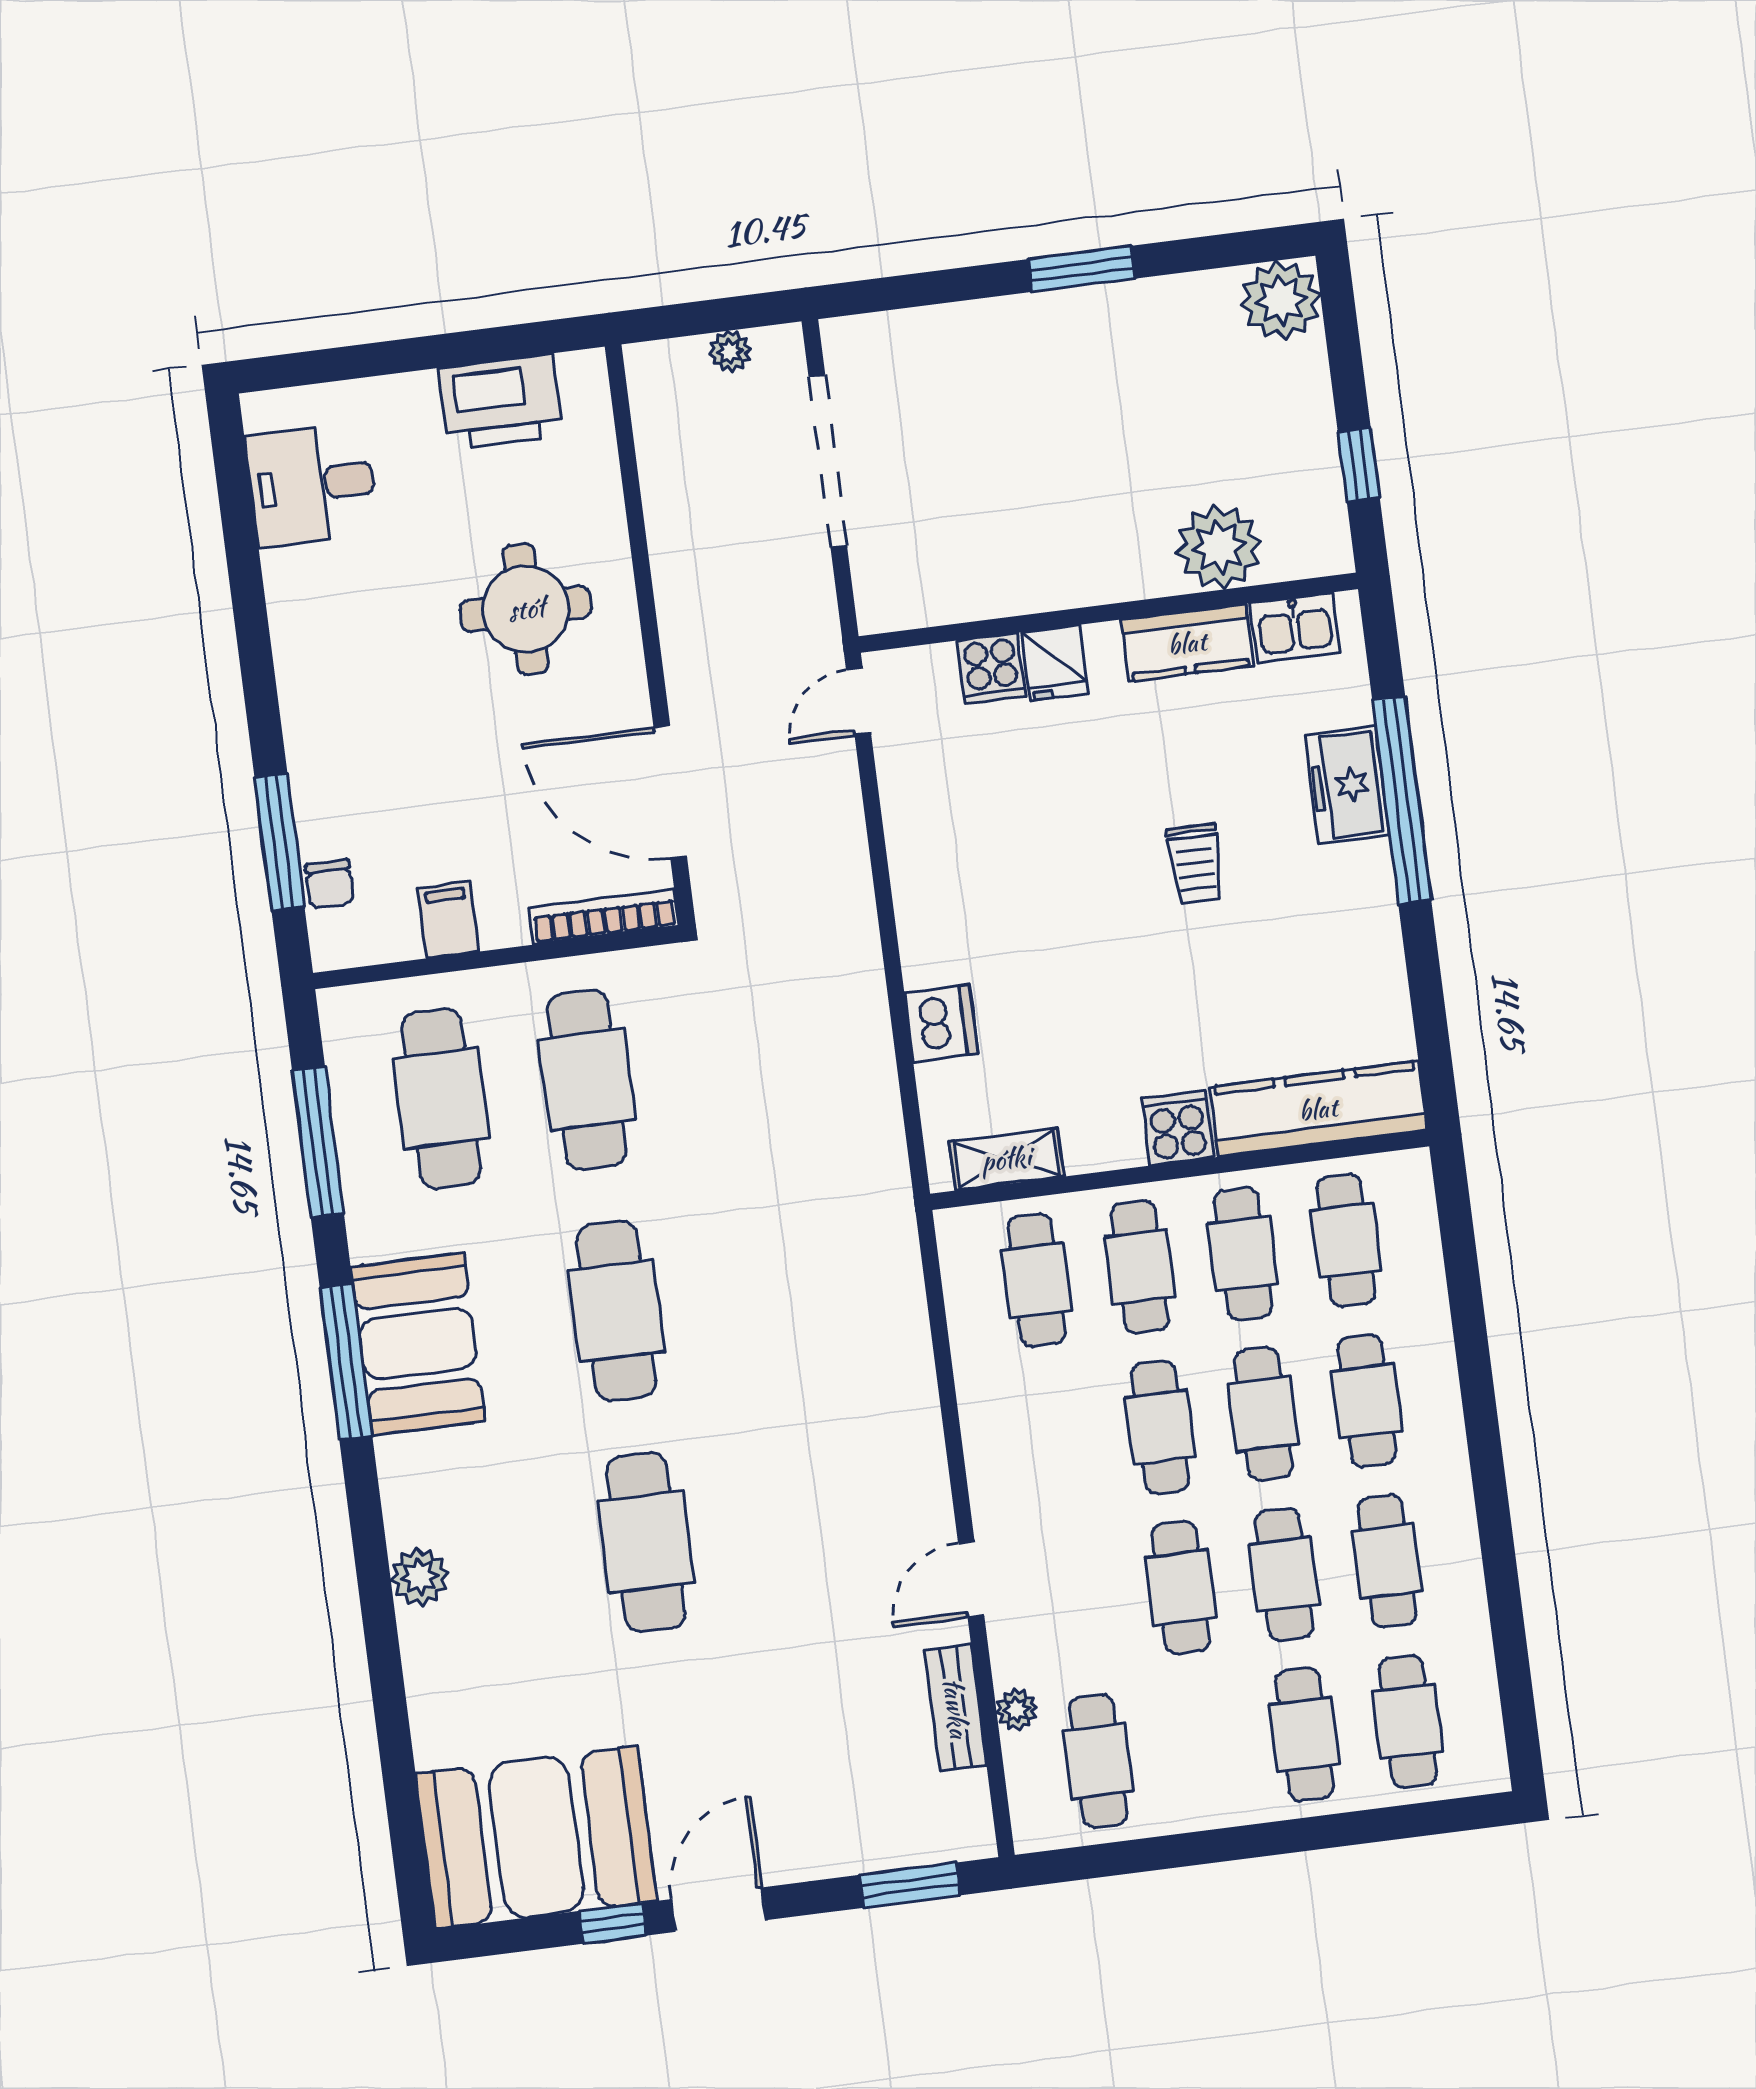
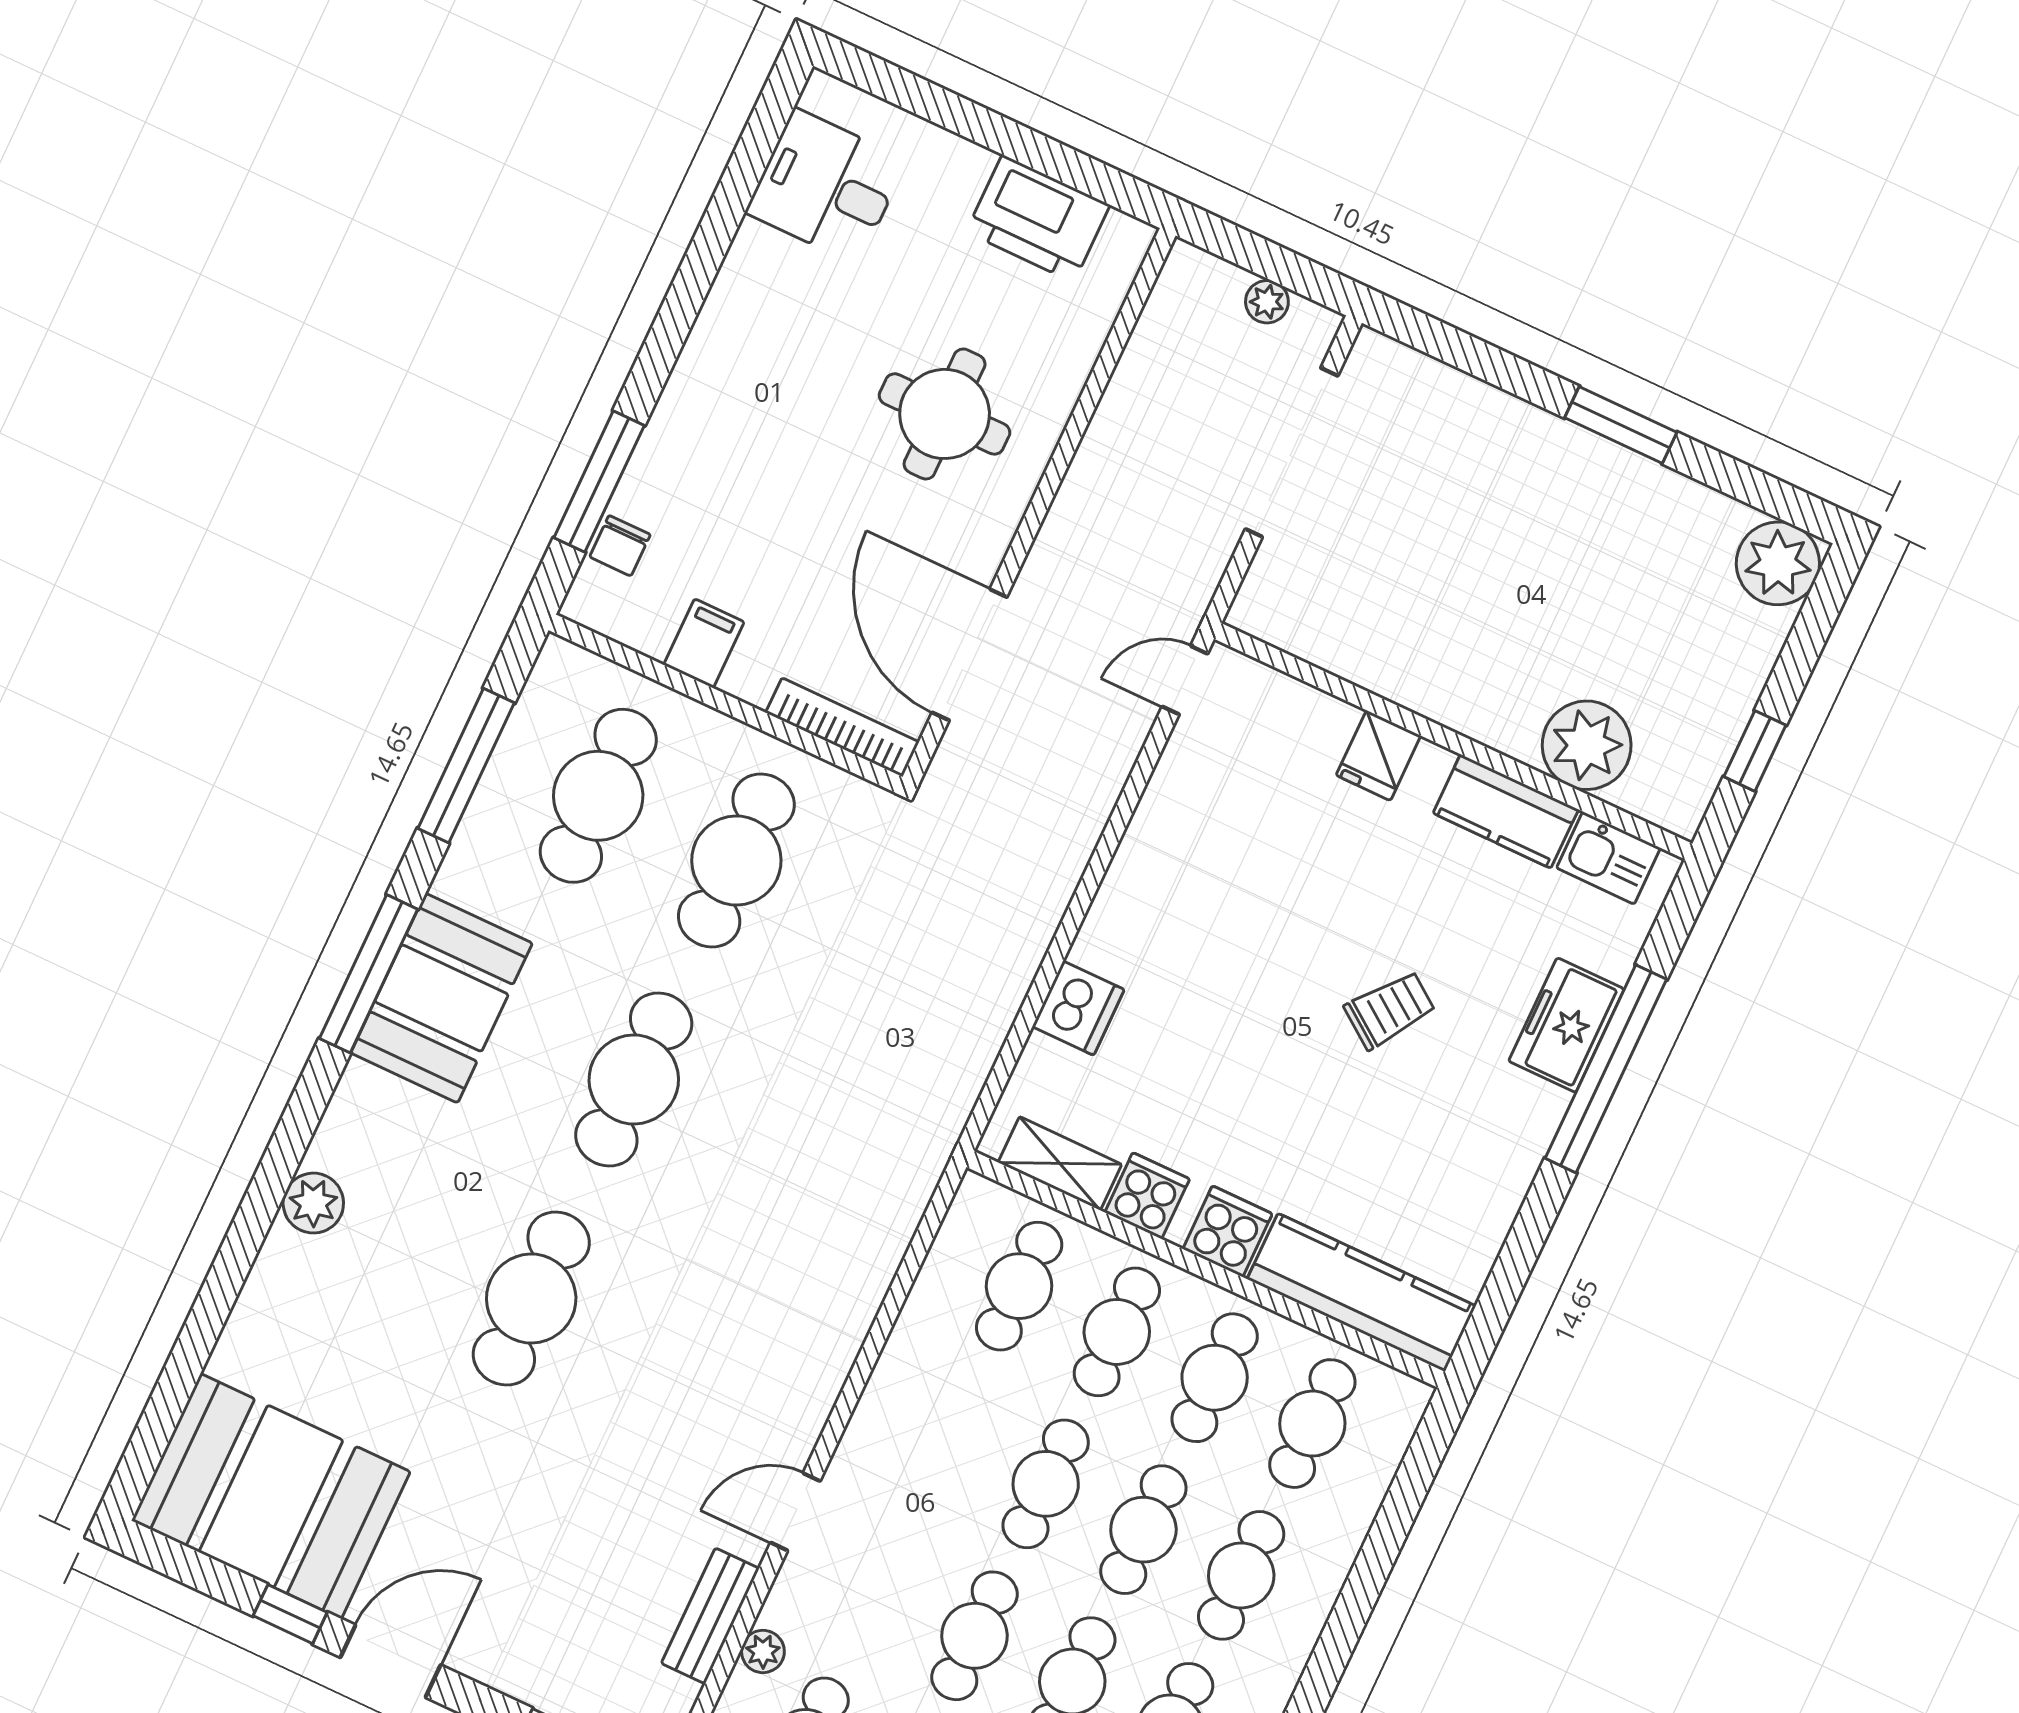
cooker: (991, 668) -> (1147, 1196), moved, turned 180
trolley: (1195, 864) -> (1390, 1010), turned -144

